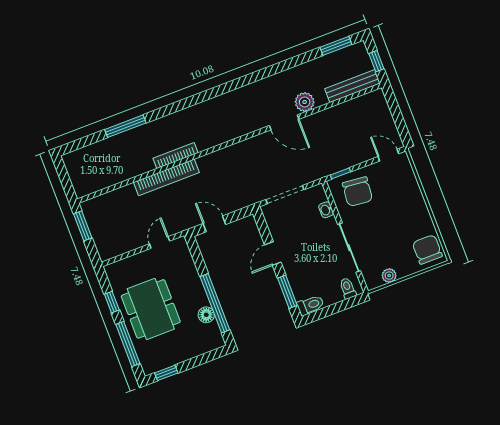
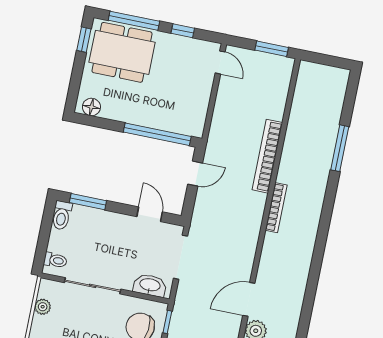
bookcase: (176, 156) -> (276, 208), moved
washbasin: (326, 210) -> (150, 285), width x1.91, depth x1.45
door: (160, 242) -> (220, 62), moved
door: (273, 254) -> (150, 214), moved
window: (215, 303) -> (157, 134), moved
dining table: (151, 309) -> (122, 52), moved
floor lamp: (206, 315) -> (91, 107), moved

